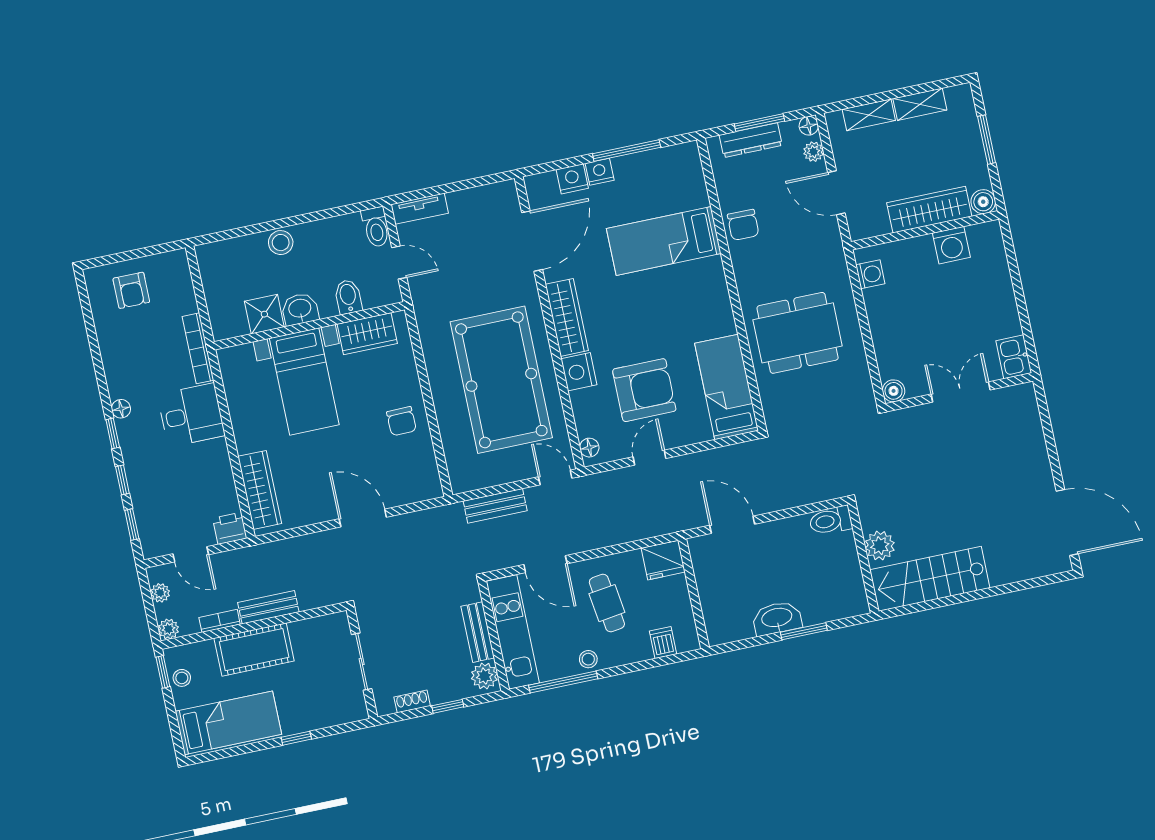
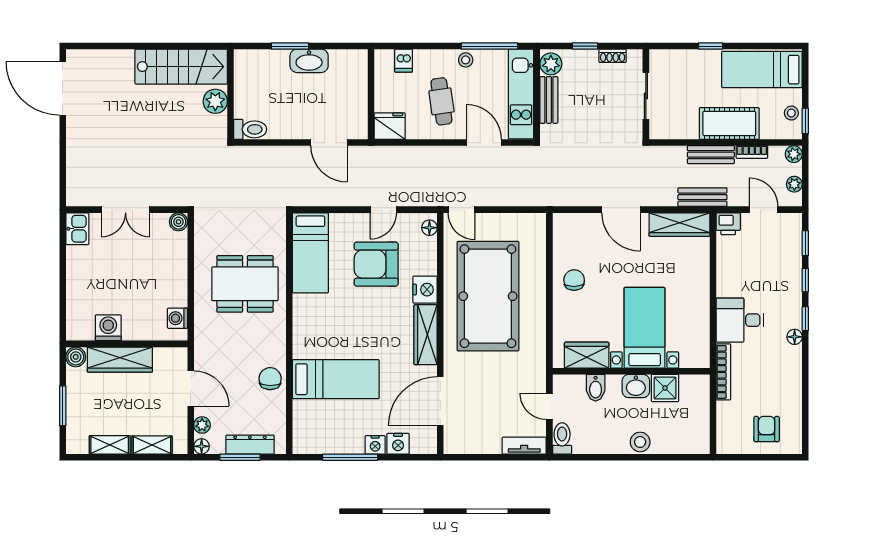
wardrobe: (260, 490) -> (679, 225), moved, turned -90
bench: (495, 506) -> (702, 197), moved

